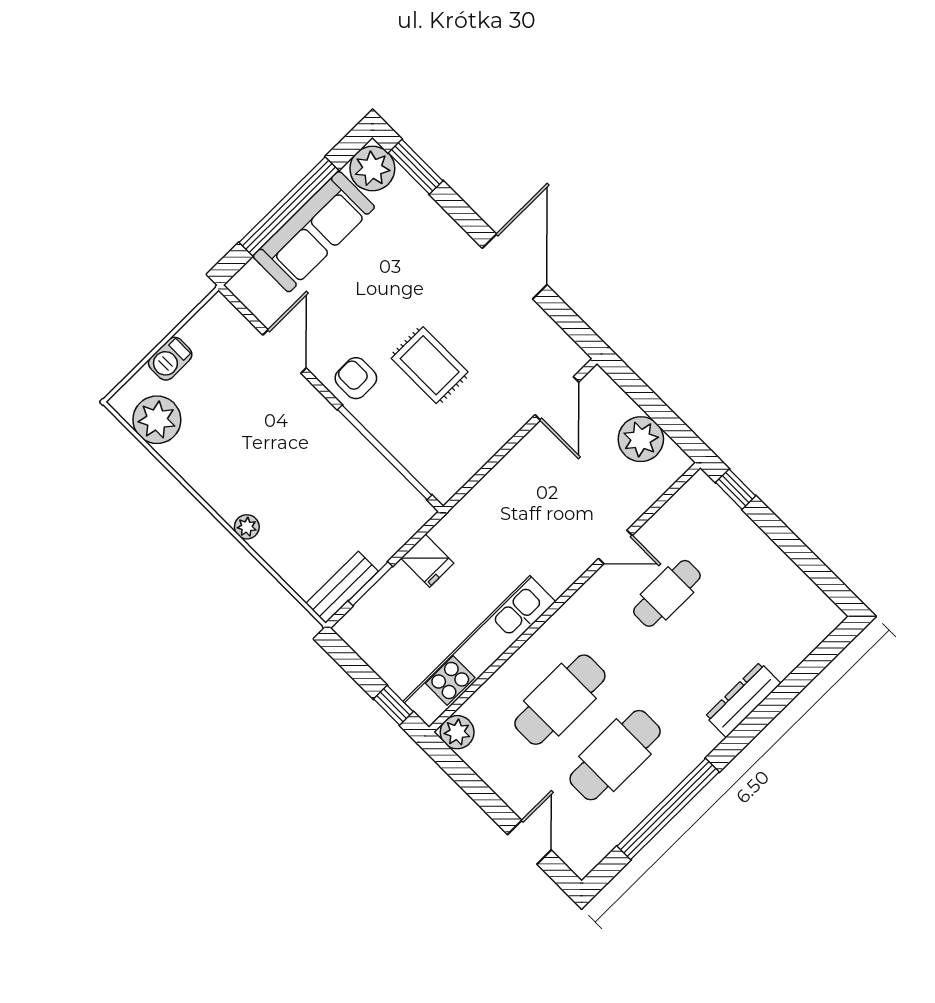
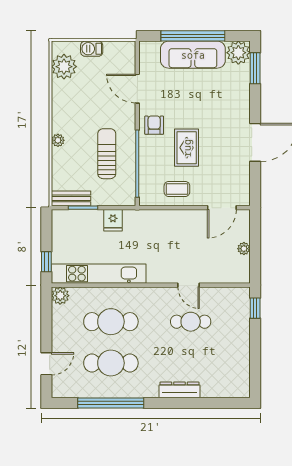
door: (285, 352) -> (137, 89), swing flipped
coffee table: (472, 433) -> (177, 189), added
plant: (641, 439) -> (244, 249), width x0.53, depth x0.53
sun lounger: (330, 480) -> (107, 154), added

